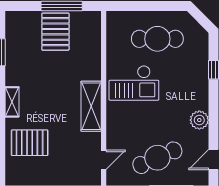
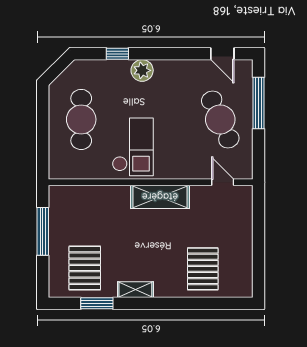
pallet: (55, 32) -> (85, 268), moved, turned 90
shelving: (12, 102) -> (135, 290), moved
plant: (199, 120) -> (142, 70), moved

